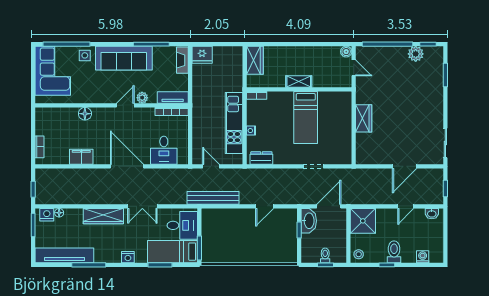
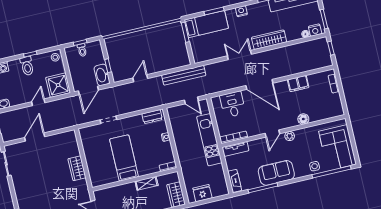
fridge: (202, 55) -> (202, 193), moved
sofa: (124, 58) -> (276, 173), width x0.73
shelving: (299, 82) -> (147, 183), moved
plant: (142, 98) -> (290, 136), moved
kitchen unit: (234, 123) -> (209, 140), moved, turned 180
door: (406, 206) -> (38, 102), moved
desk: (182, 225) -> (203, 47), removed

